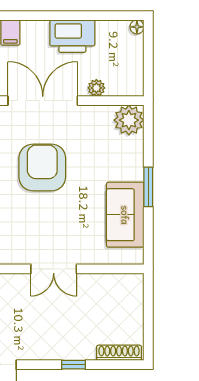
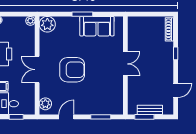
plant: (96, 88) -> (30, 21), moved
double door: (43, 101) -> (37, 70), width x0.73
armchair: (42, 167) -> (72, 70), turned 180

